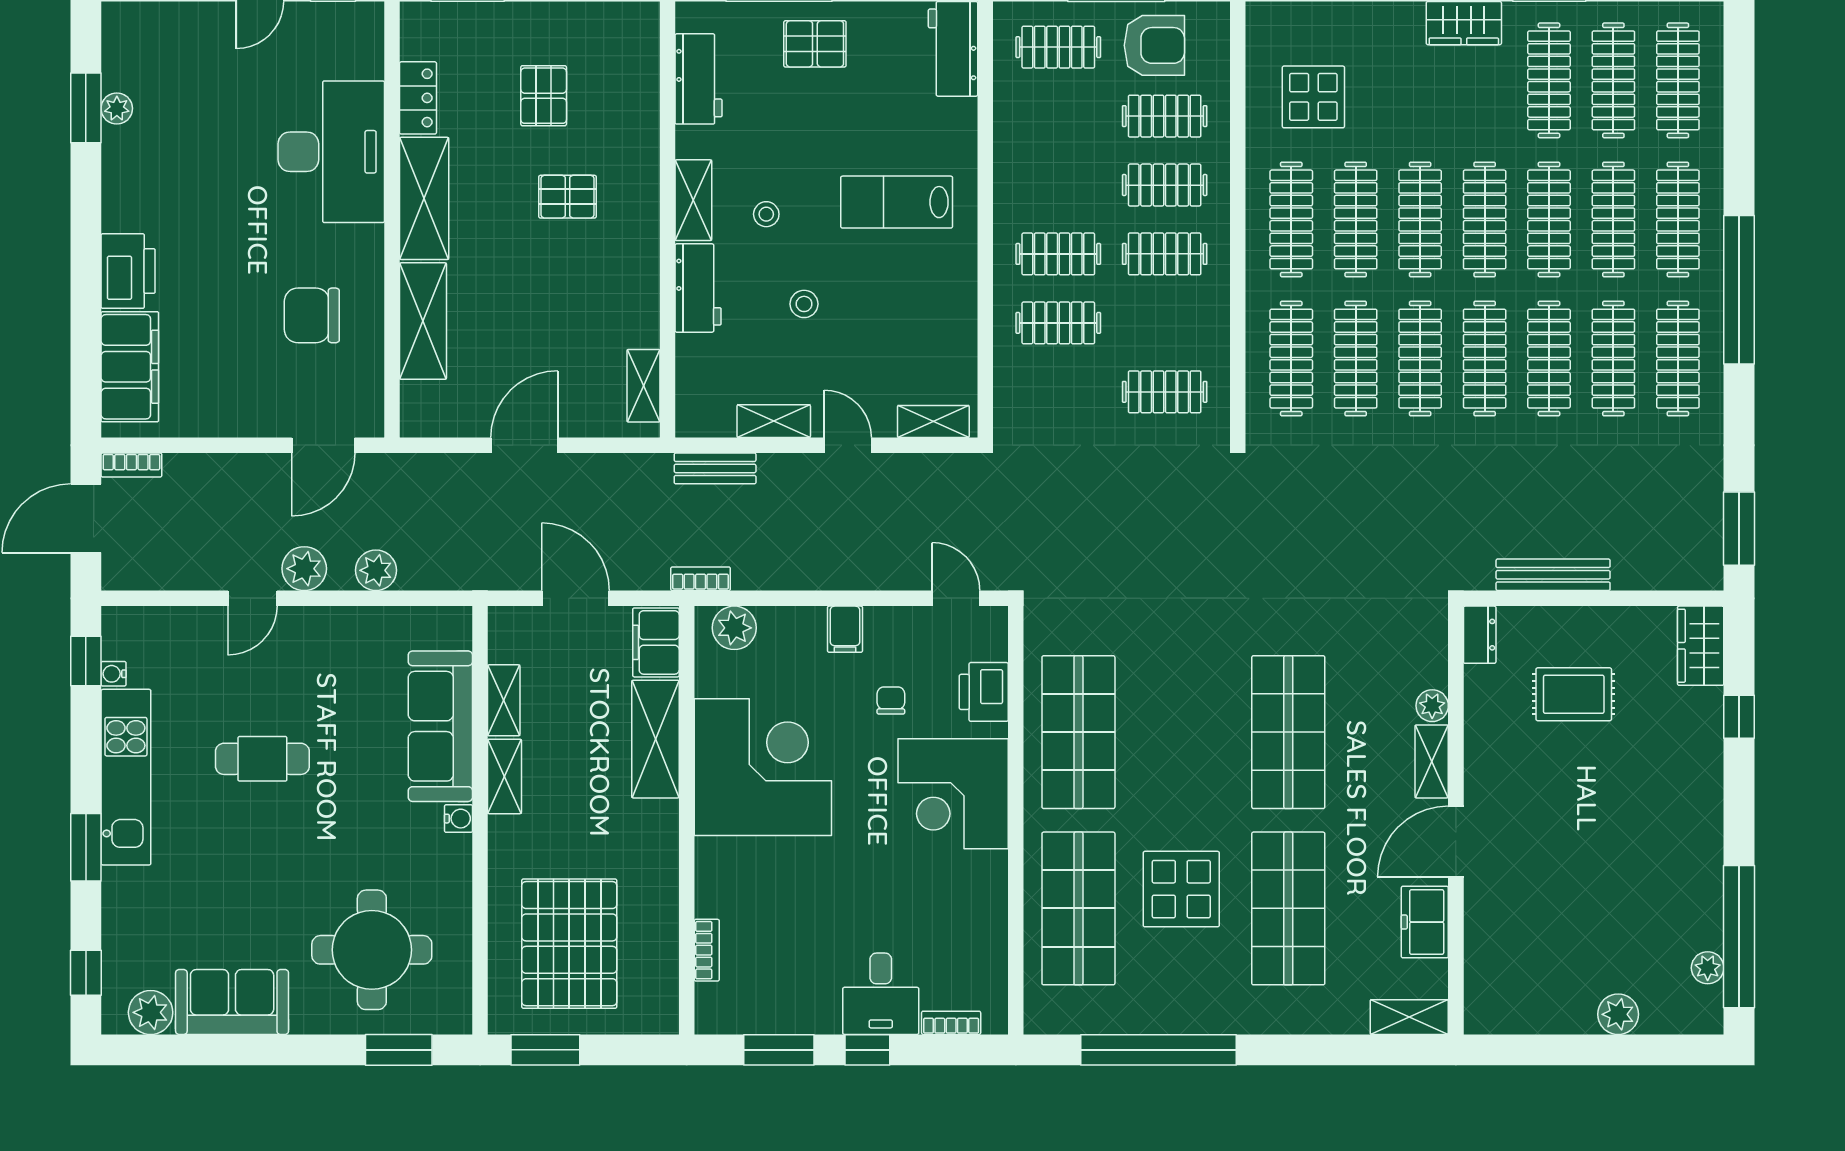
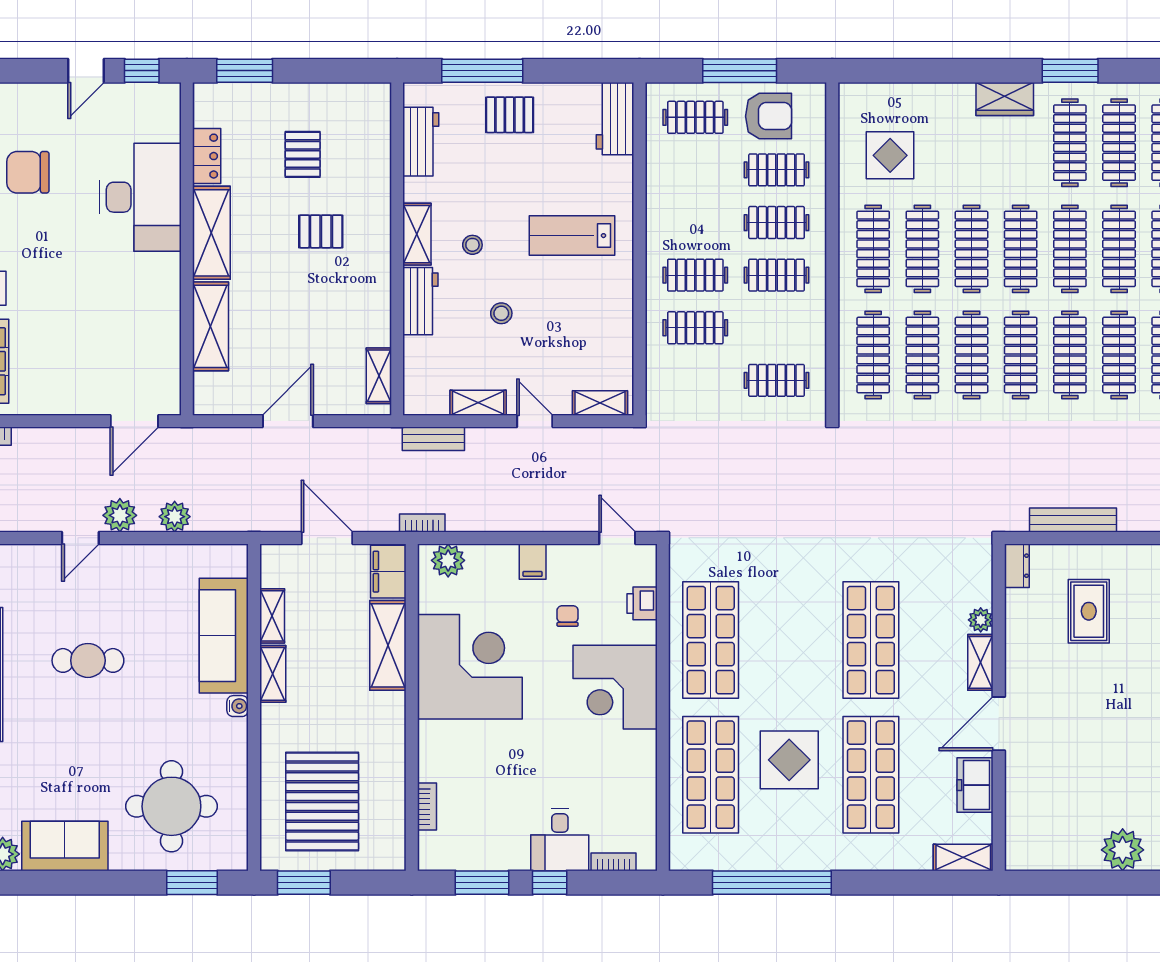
chair: (312, 315) -> (28, 172), moved
printer: (984, 692) -> (642, 603), width x0.73, depth x0.81
rug: (1574, 694) -> (1089, 611), turned 90
plant: (1618, 1014) -> (1123, 850), width x1.36, depth x1.36

